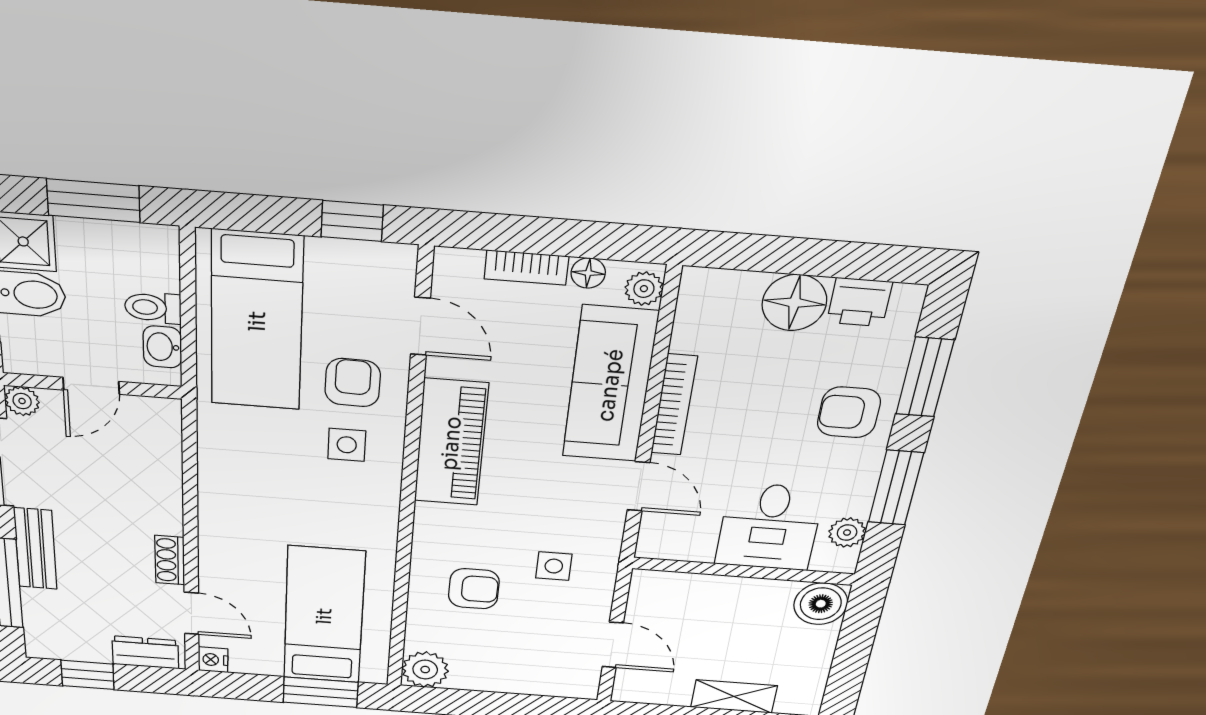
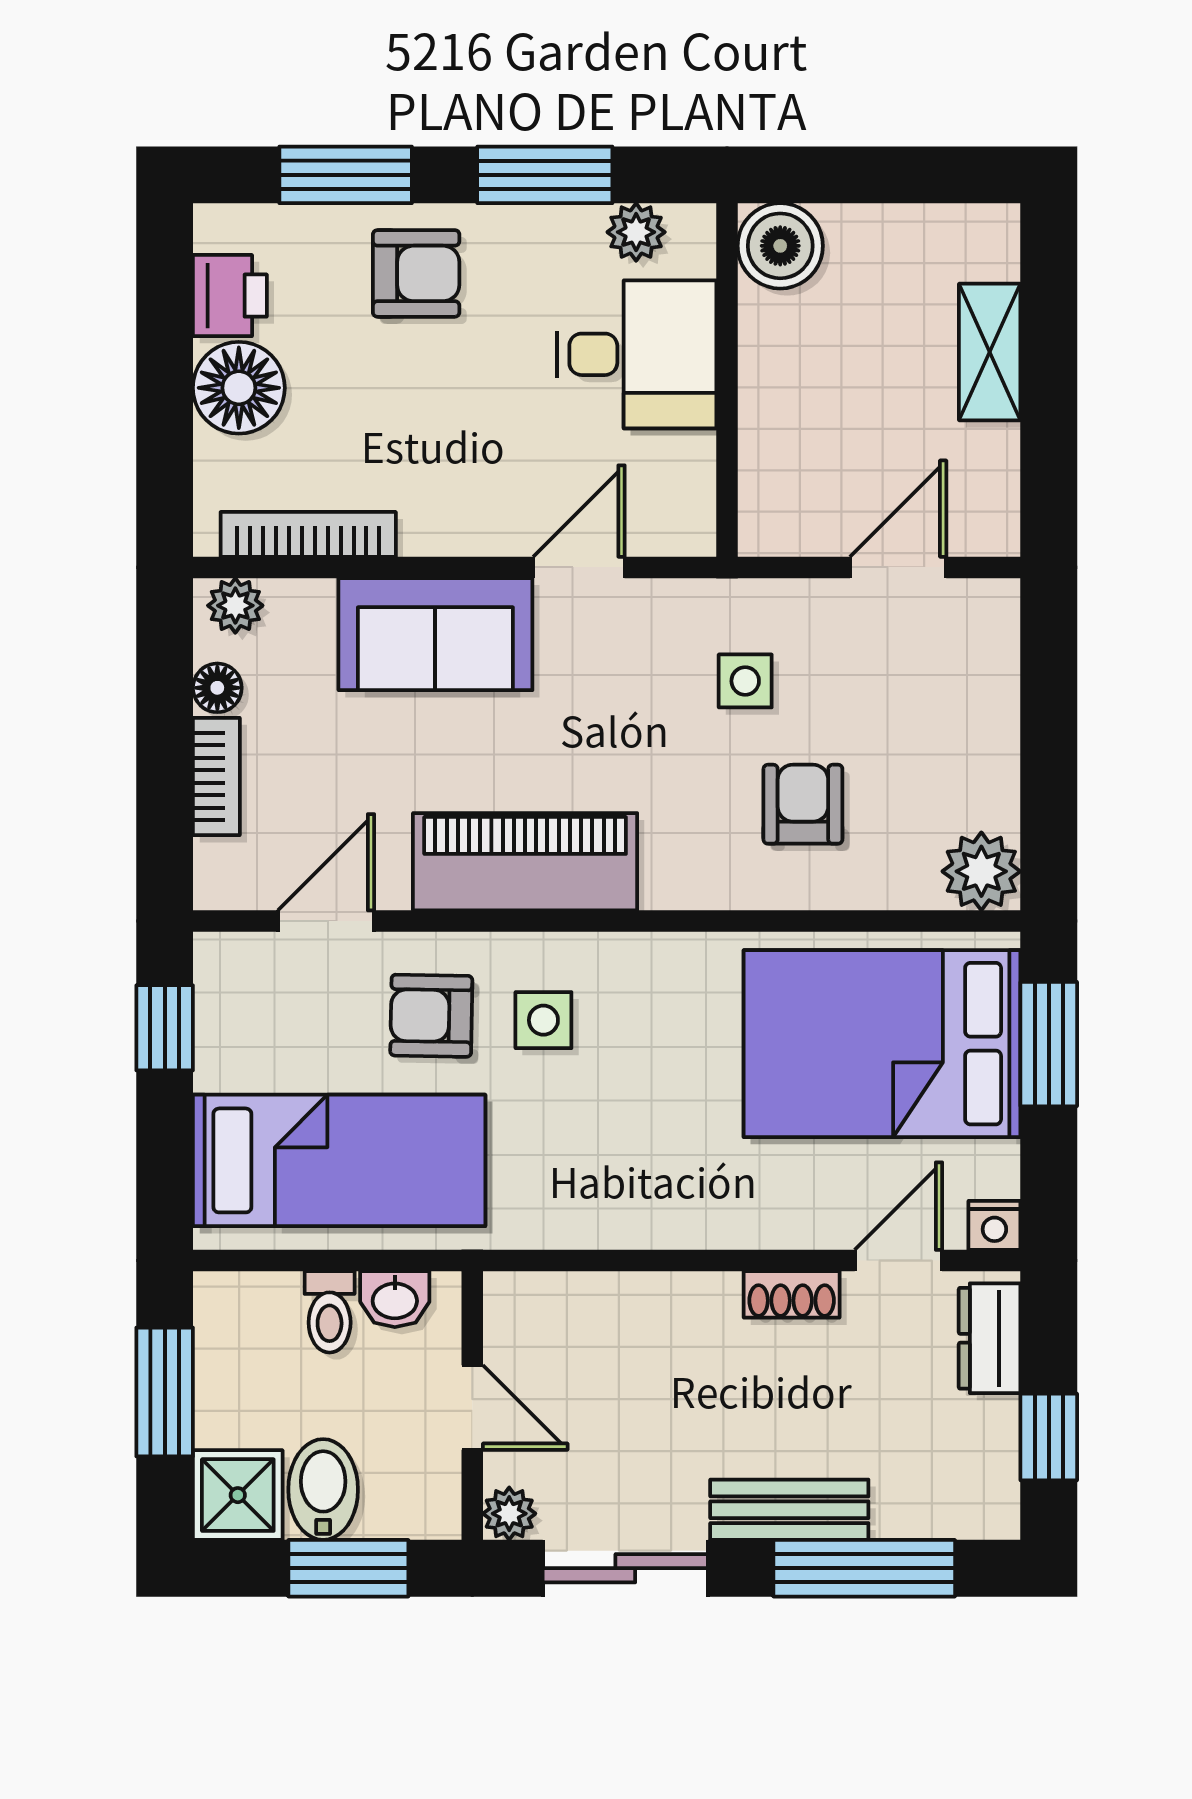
sofa: (610, 385) -> (435, 634), width x0.73
bookcase: (674, 405) -> (308, 534), moved
armchair: (849, 412) -> (416, 273), turned -90
bed: (324, 616) -> (882, 1044), width x1.50

